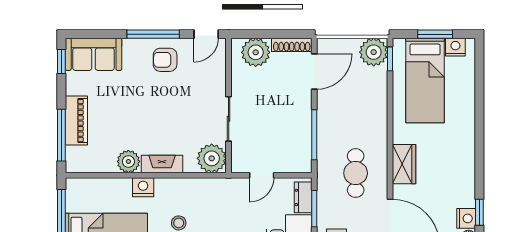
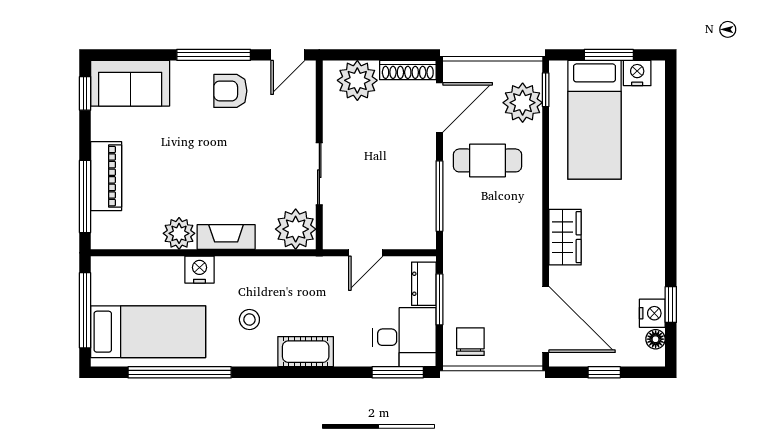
plant: (374, 52) -> (523, 103), moved
cafe table: (356, 173) -> (487, 160), moved, turned 90

